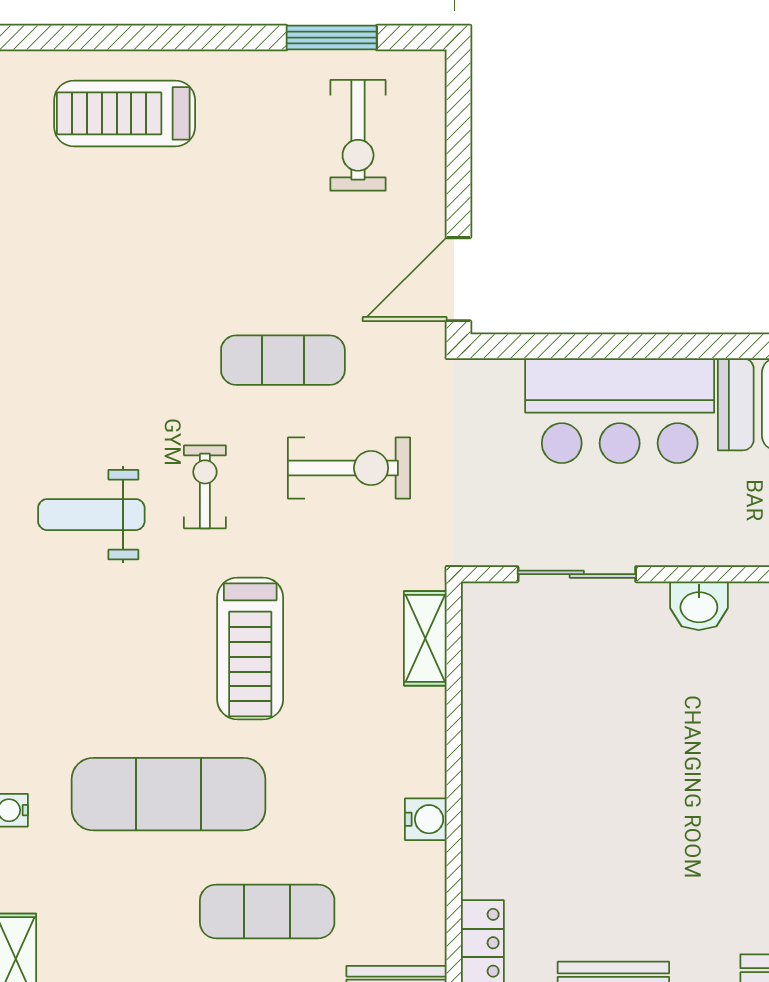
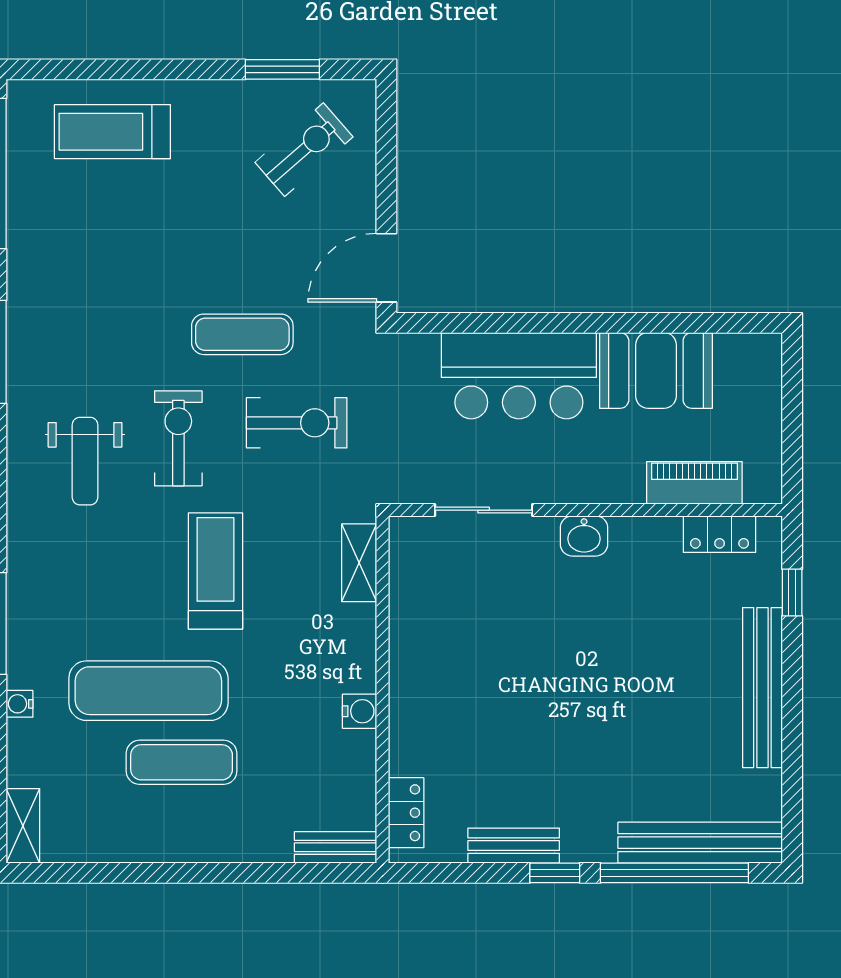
exercise bike: (358, 135) -> (304, 150), turned -131
exercise bike: (205, 487) -> (178, 438), width x1.38, depth x1.39
weight bench: (91, 515) -> (85, 461), turned -90
treadmill: (250, 648) -> (215, 571), turned 180
exercise mat: (267, 911) -> (182, 762), moved

